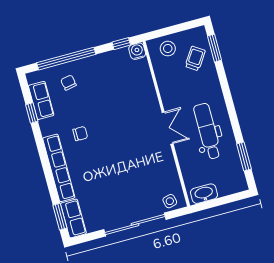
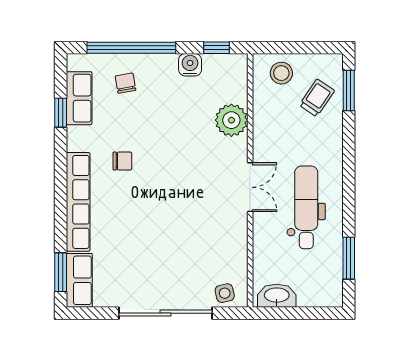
water cooler: (137, 51) -> (190, 65), moved
plant: (144, 88) -> (231, 120), added

